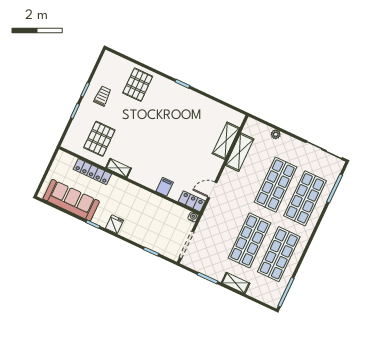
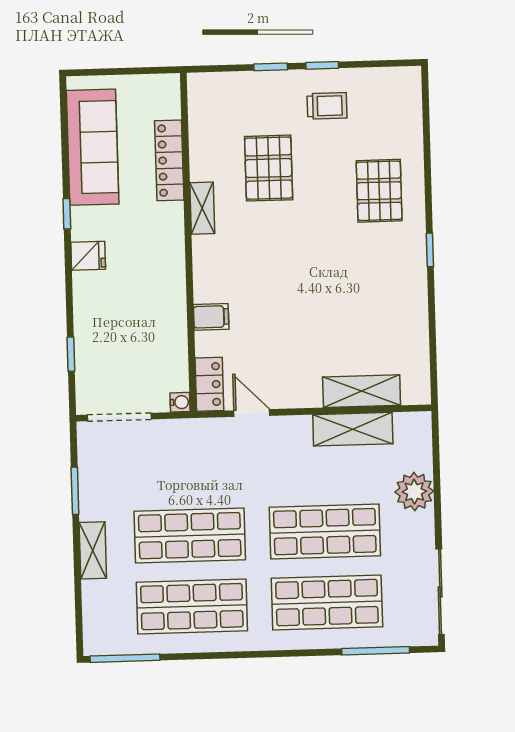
pallet: (138, 85) -> (379, 191), moved, turned 90
plant: (276, 134) -> (414, 492), width x1.88, depth x1.88
pallet: (99, 139) -> (269, 168), moved, turned 90

